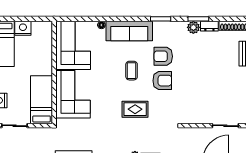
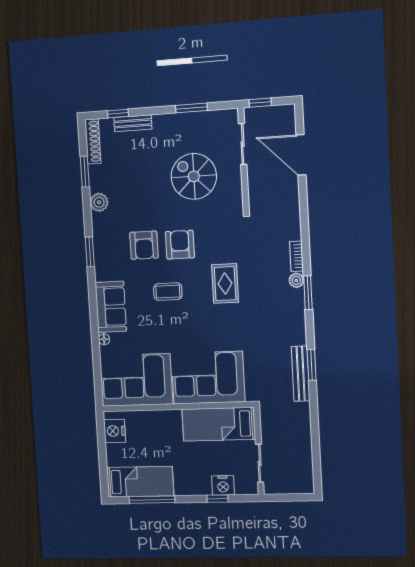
window: (198, 19) -> (85, 172), moved
dresser: (209, 26) -> (96, 178), removed
nightstand: (23, 28) -> (115, 431), moved
sofa: (129, 31) -> (111, 307), width x0.73
spiral stairs: (206, 92) -> (194, 176), added

